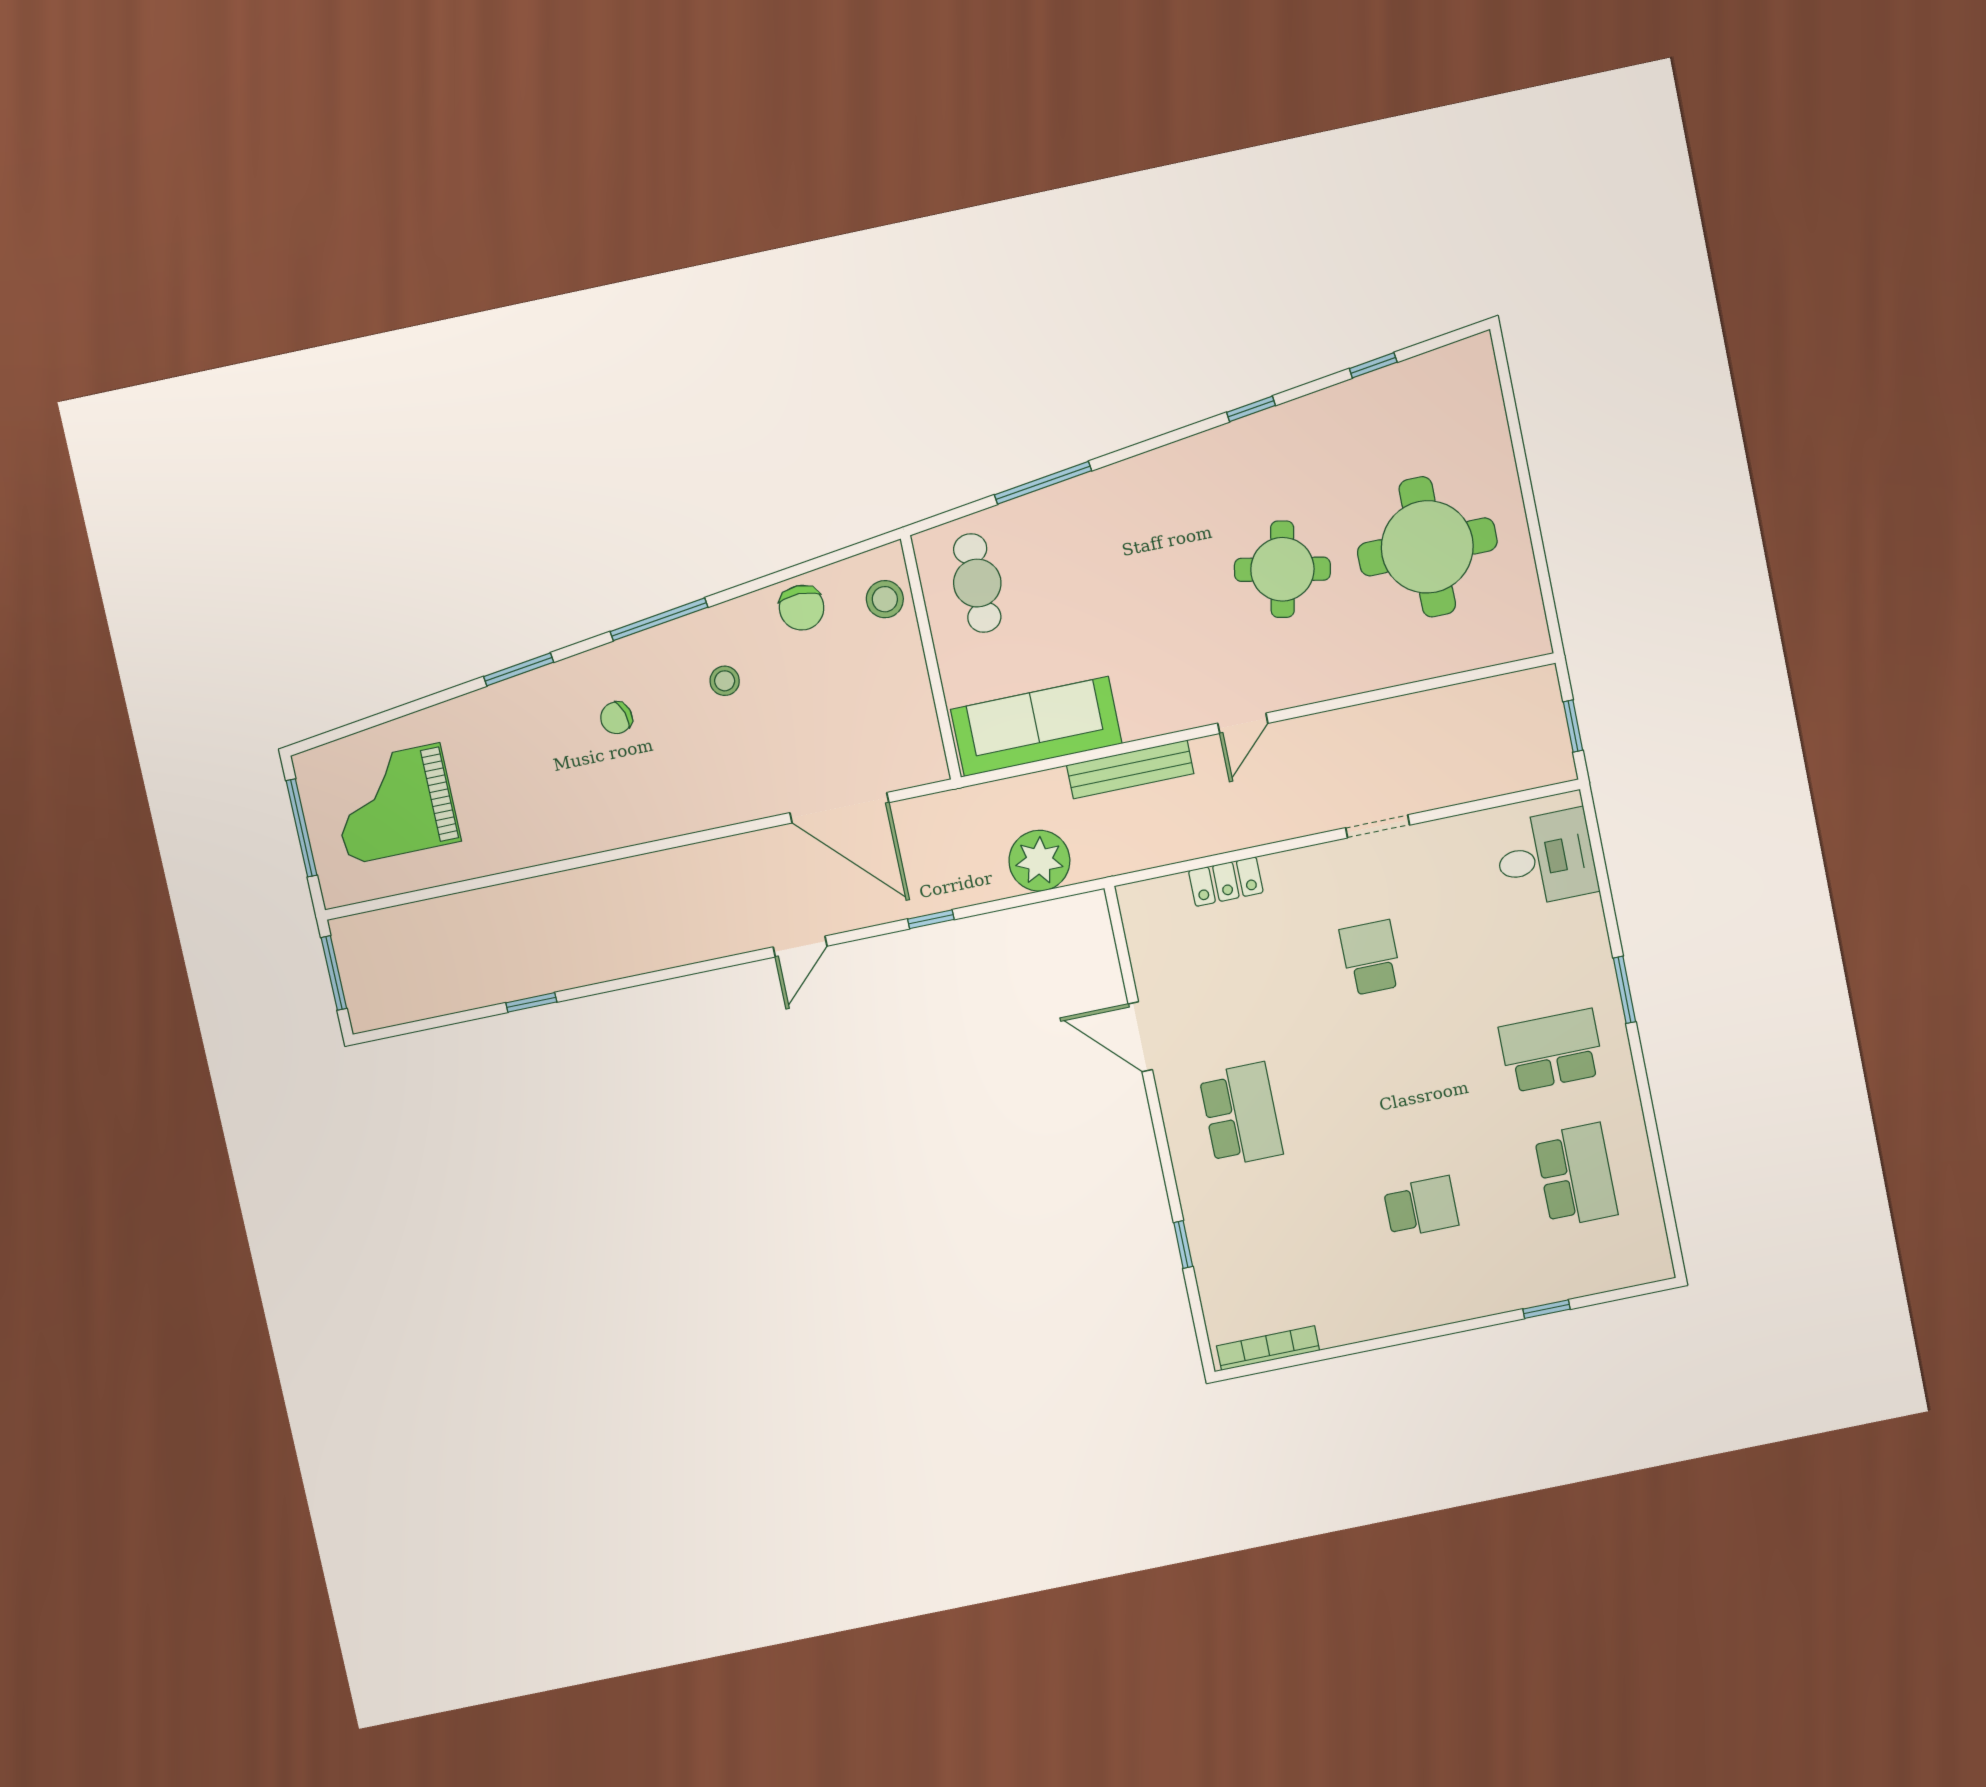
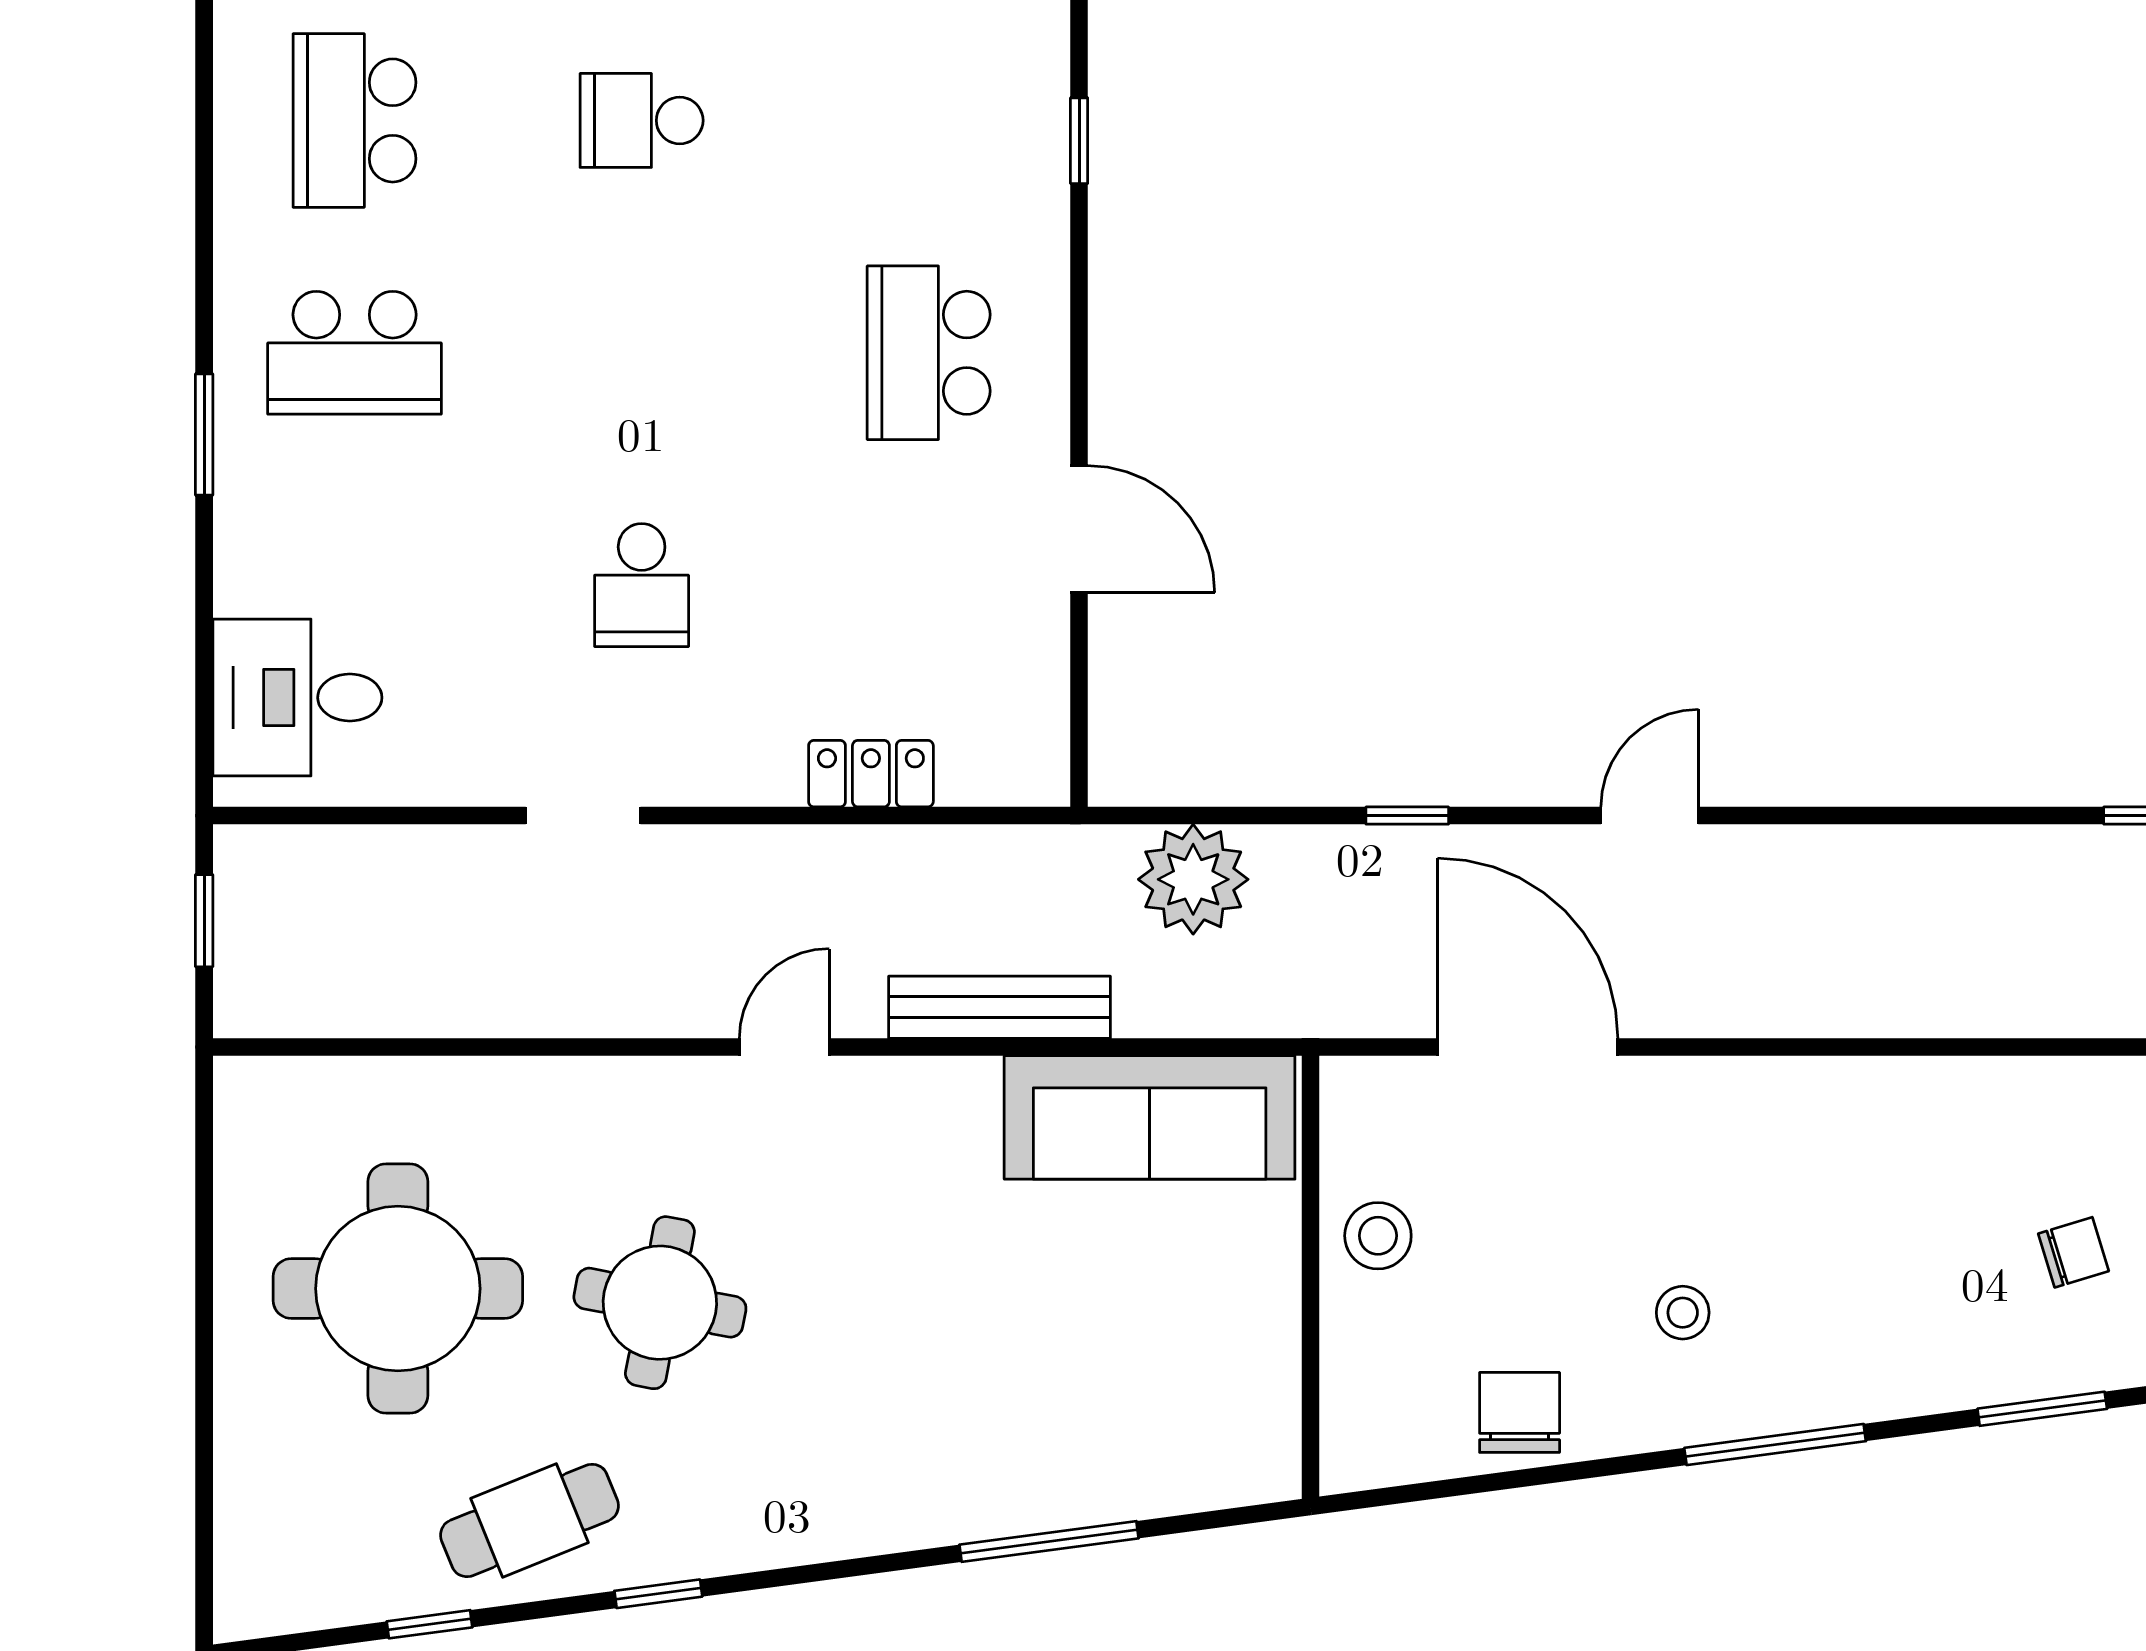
cafe table: (977, 583) -> (530, 1520), moved, turned 68
stool: (885, 599) -> (1378, 1236), moved
chair: (616, 718) -> (2073, 1252), moved

